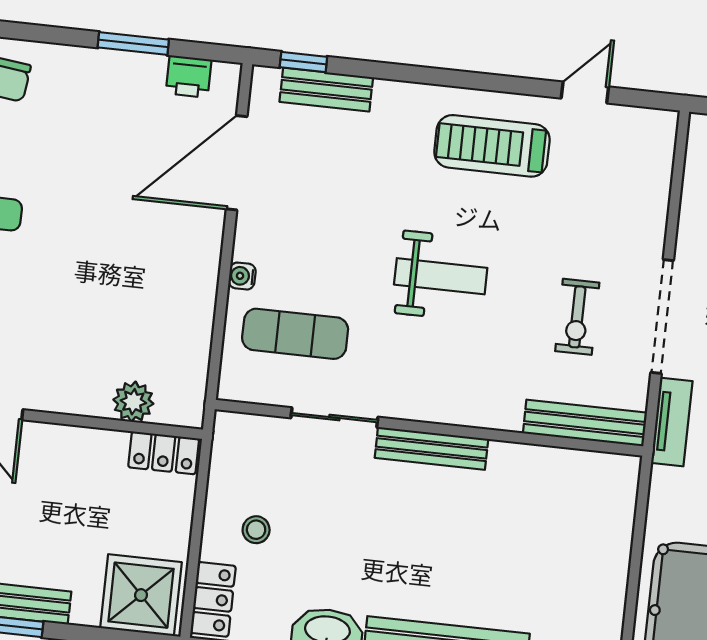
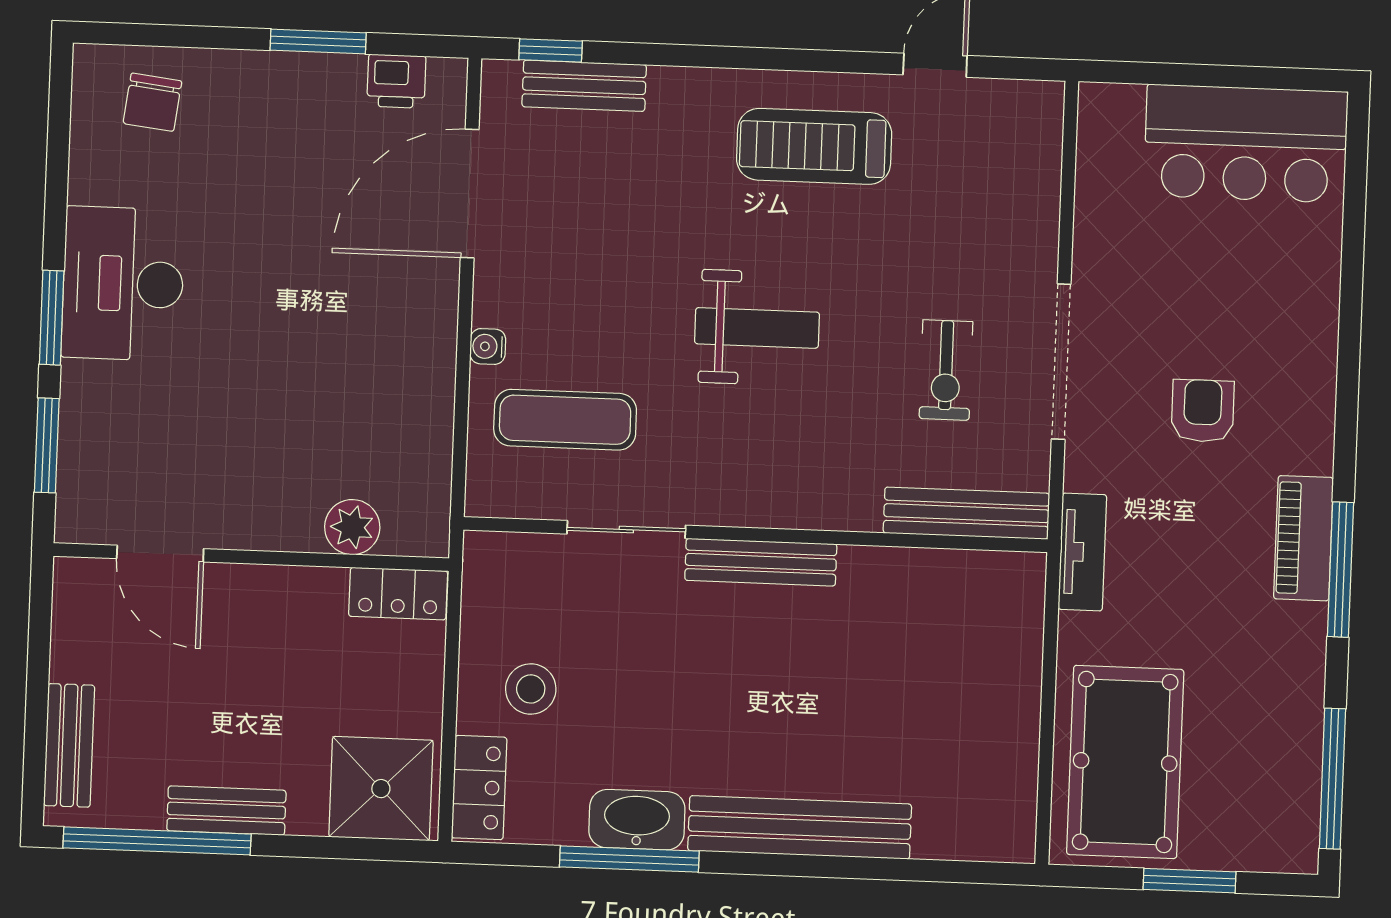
tv unit: (672, 422) -> (1082, 552), moved
stool: (256, 530) -> (531, 689), width x1.37, depth x1.37

